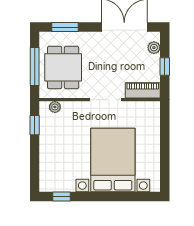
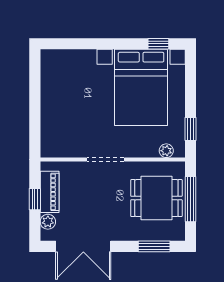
dining table: (63, 67) -> (156, 198), turned 90
piano: (143, 90) -> (50, 192), moved, turned -90
bed with nightstands: (113, 160) -> (141, 87), moved

